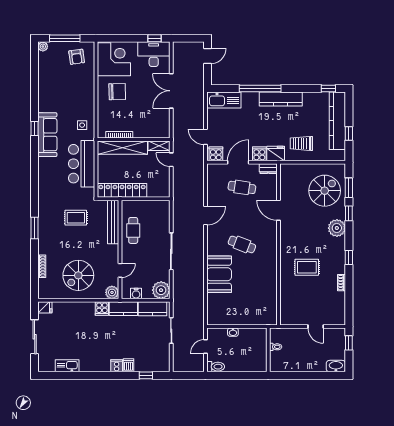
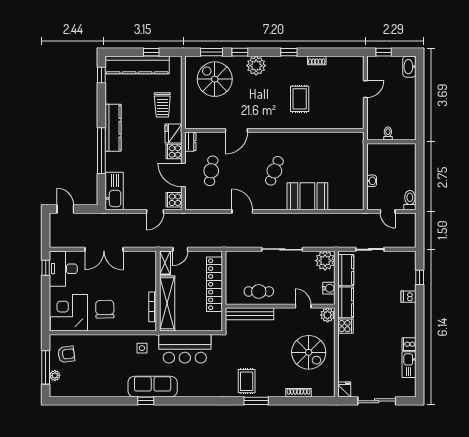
plant: (43, 47) -> (55, 375), moved
locker: (122, 190) -> (214, 284), moved
rug: (76, 218) -> (247, 381), moved
cooker: (117, 366) -> (409, 344), moved

